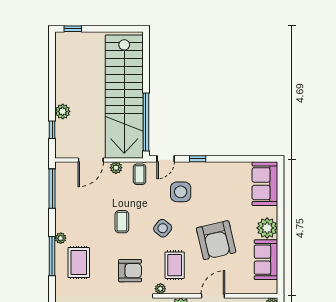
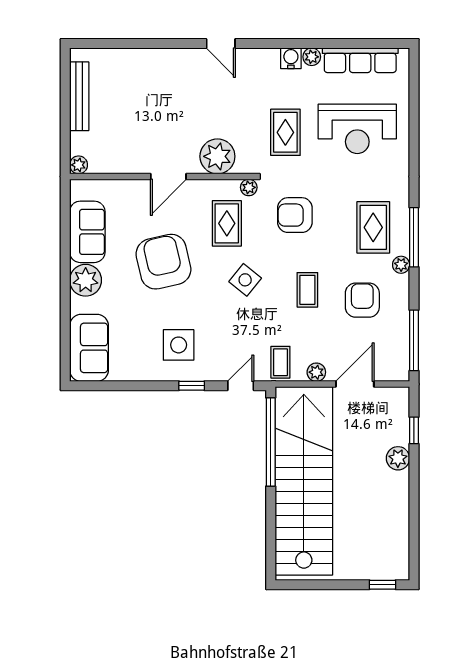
side table: (181, 192) -> (179, 345), moved
armchair: (86, 215) -> (362, 300), added

